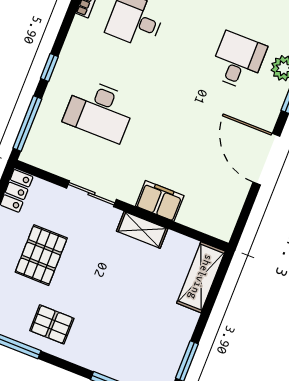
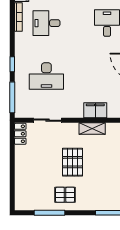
sliding door: (91, 194) -> (48, 120), moved
pallet: (41, 255) -> (72, 162), moved

